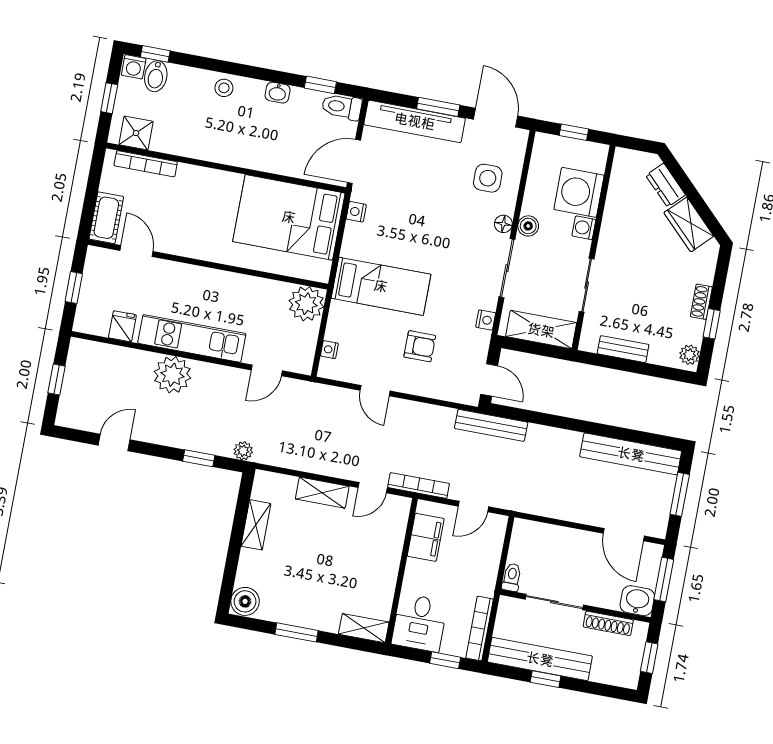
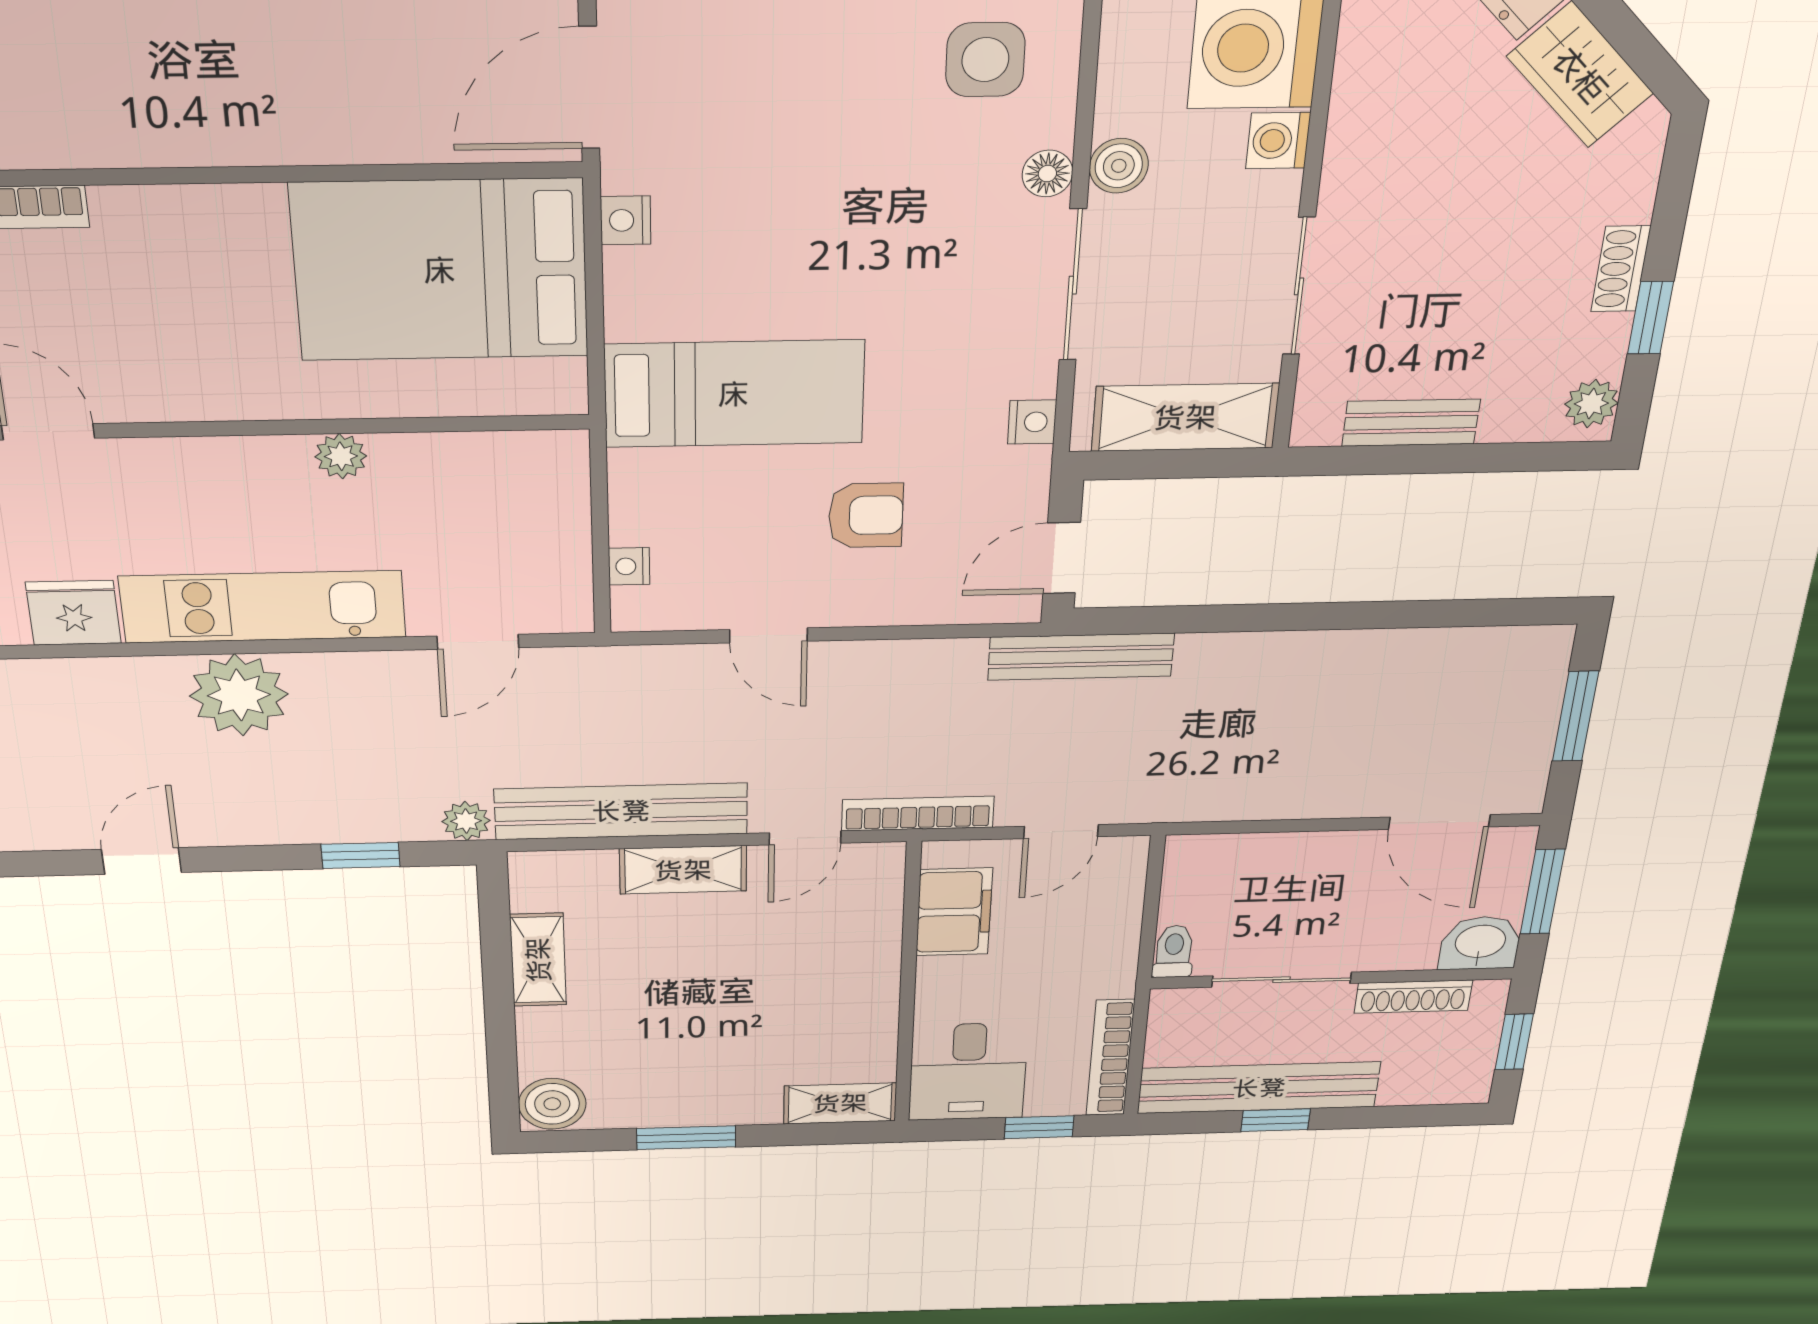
plant: (306, 304) -> (341, 456), moved, width x0.53, depth x0.53
fridge: (122, 326) -> (73, 613), width x1.38
door: (489, 380) -> (1062, 558), swing flipped
bench: (631, 454) -> (621, 811), moved

